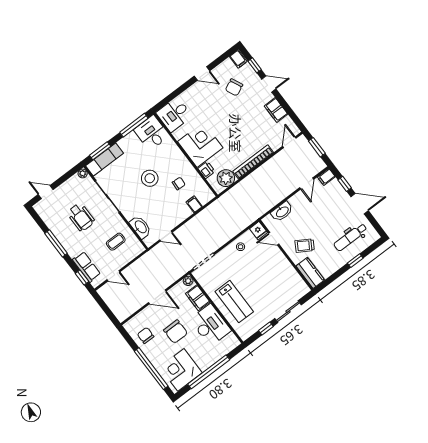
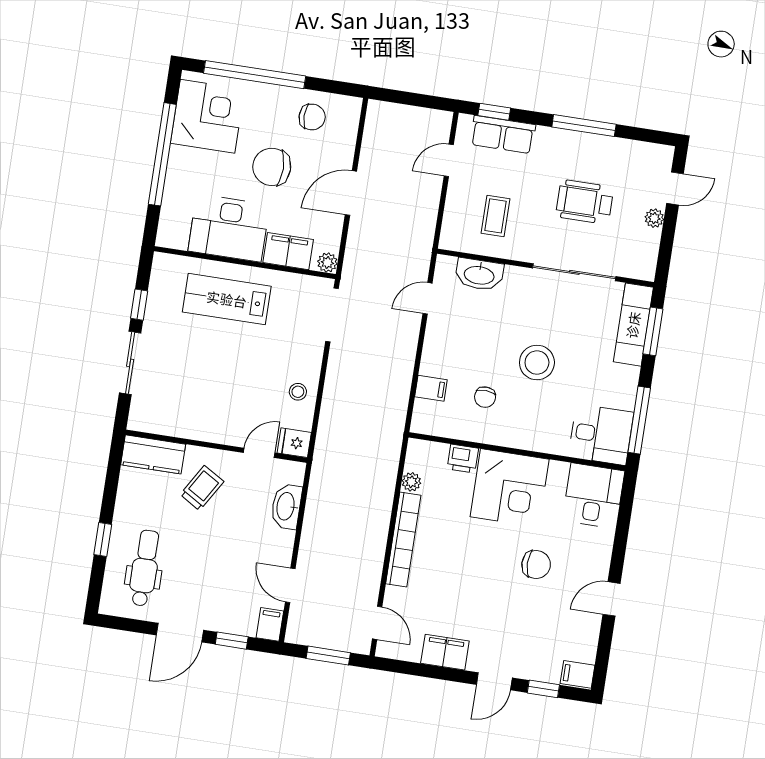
chair: (234, 87) -> (536, 564), moved, turned 115
plant: (83, 173) -> (654, 218), moved
plant: (226, 178) -> (411, 482), width x0.53, depth x0.53

